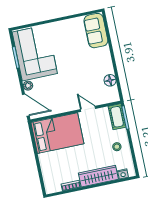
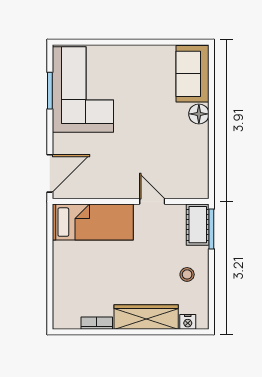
floor lamp: (110, 80) -> (199, 114), moved
plant: (28, 86) -> (60, 142), removed
door: (26, 105) -> (50, 173), hinge flipped
bed: (57, 133) -> (93, 222), width x0.67

